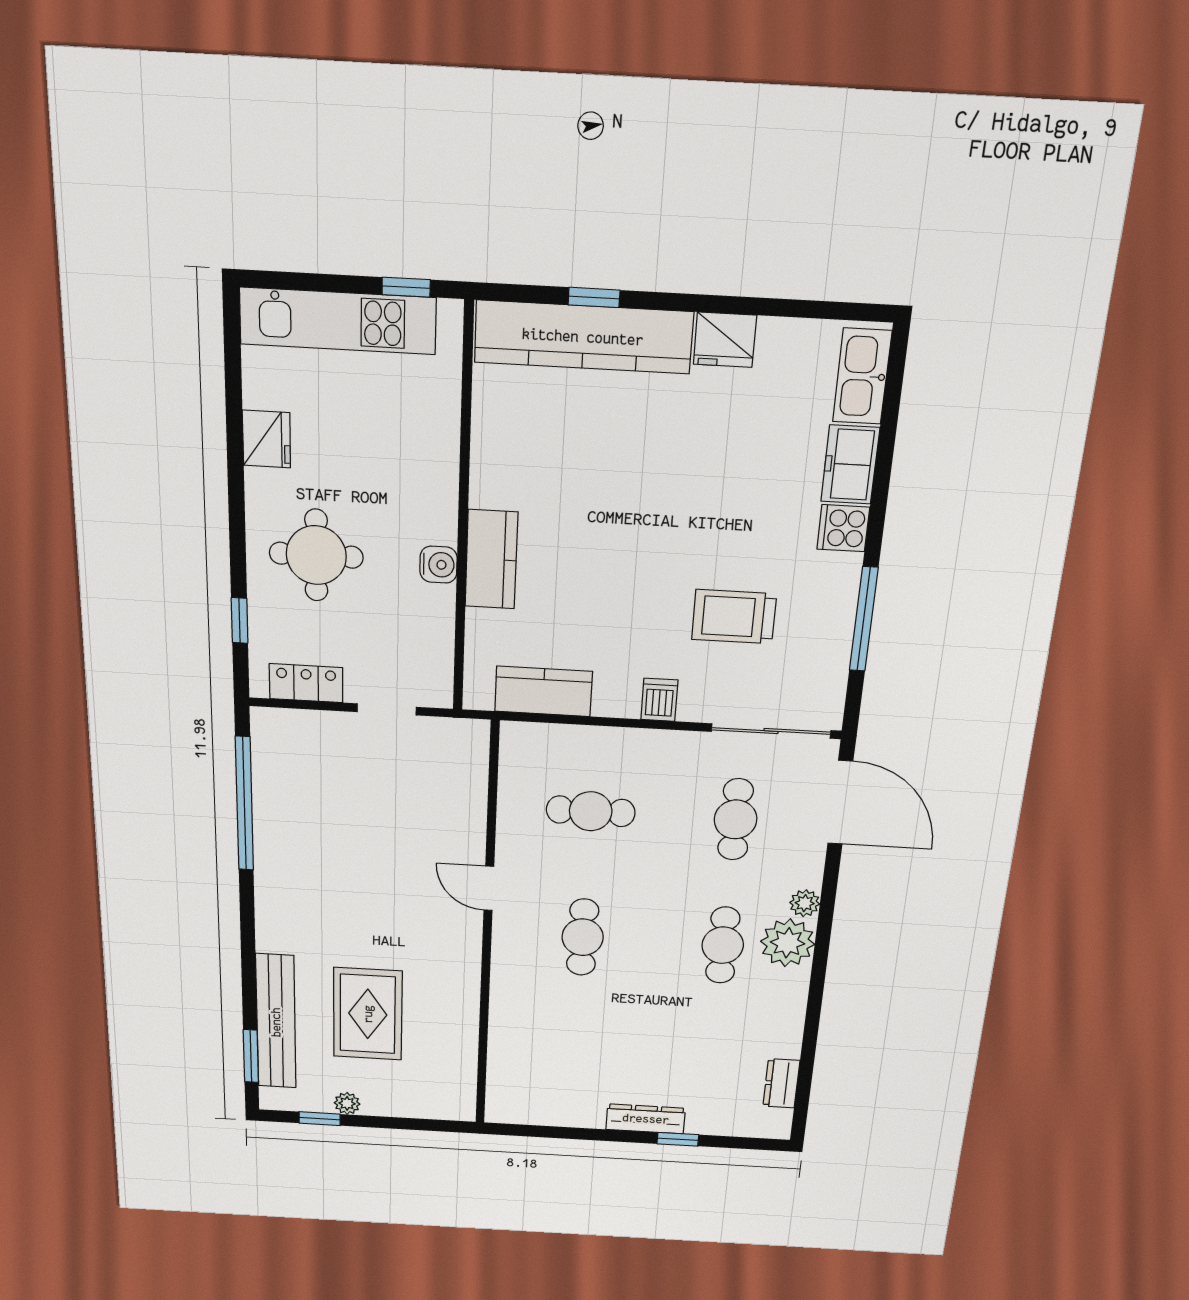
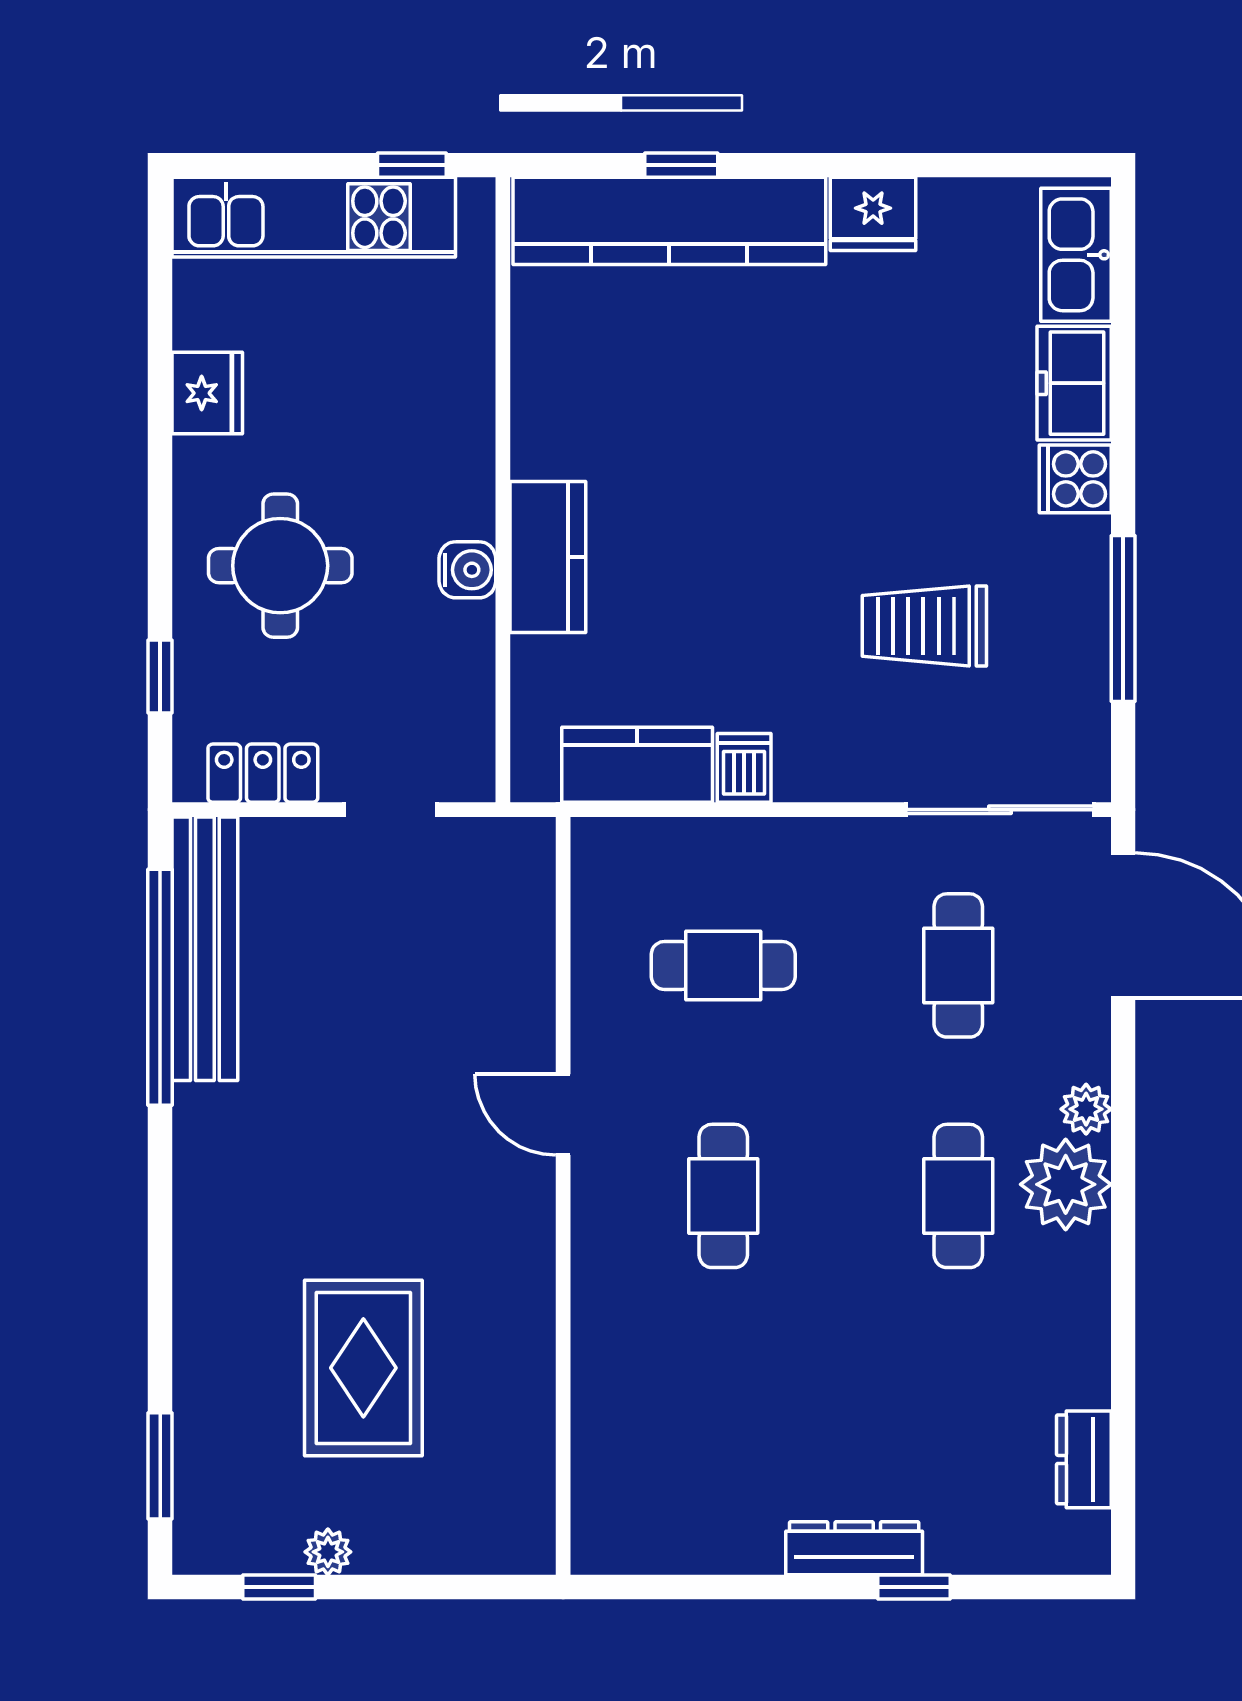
dishwasher: (659, 700) -> (744, 768), moved
bench: (276, 1022) -> (205, 949), moved

